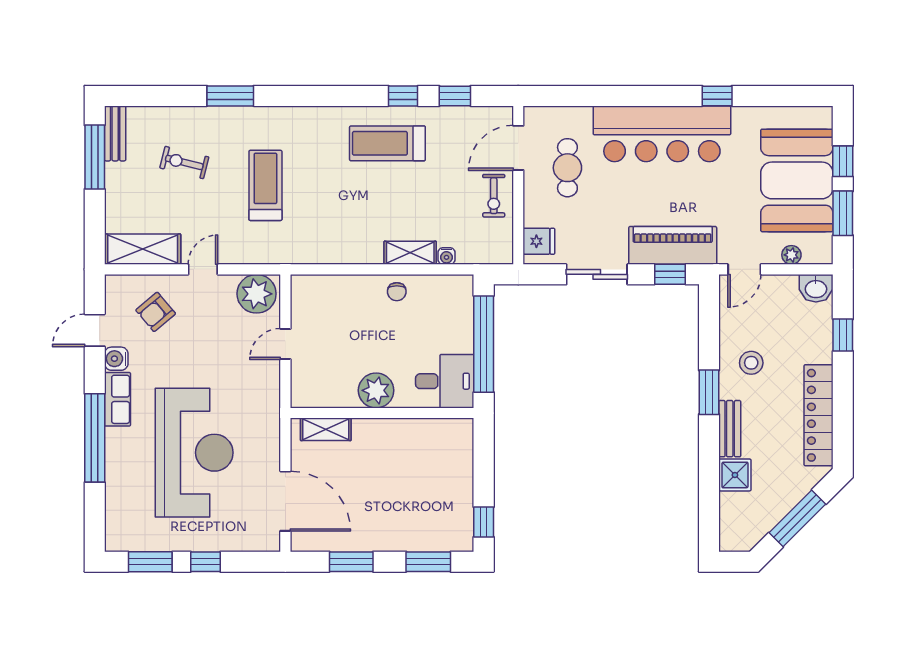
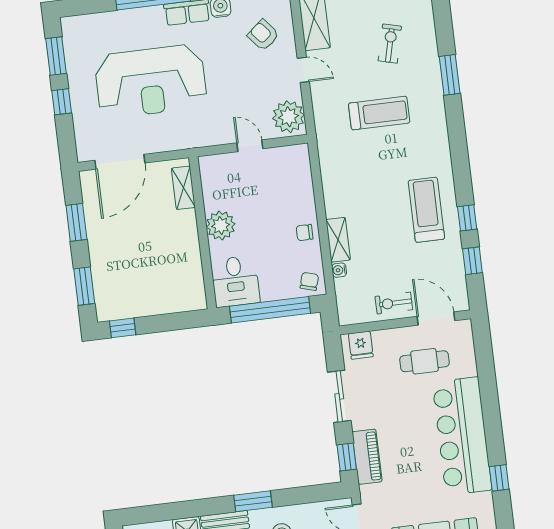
piano: (673, 245) -> (367, 457), width x0.73, depth x0.75
chair: (455, 293) -> (309, 281), added

